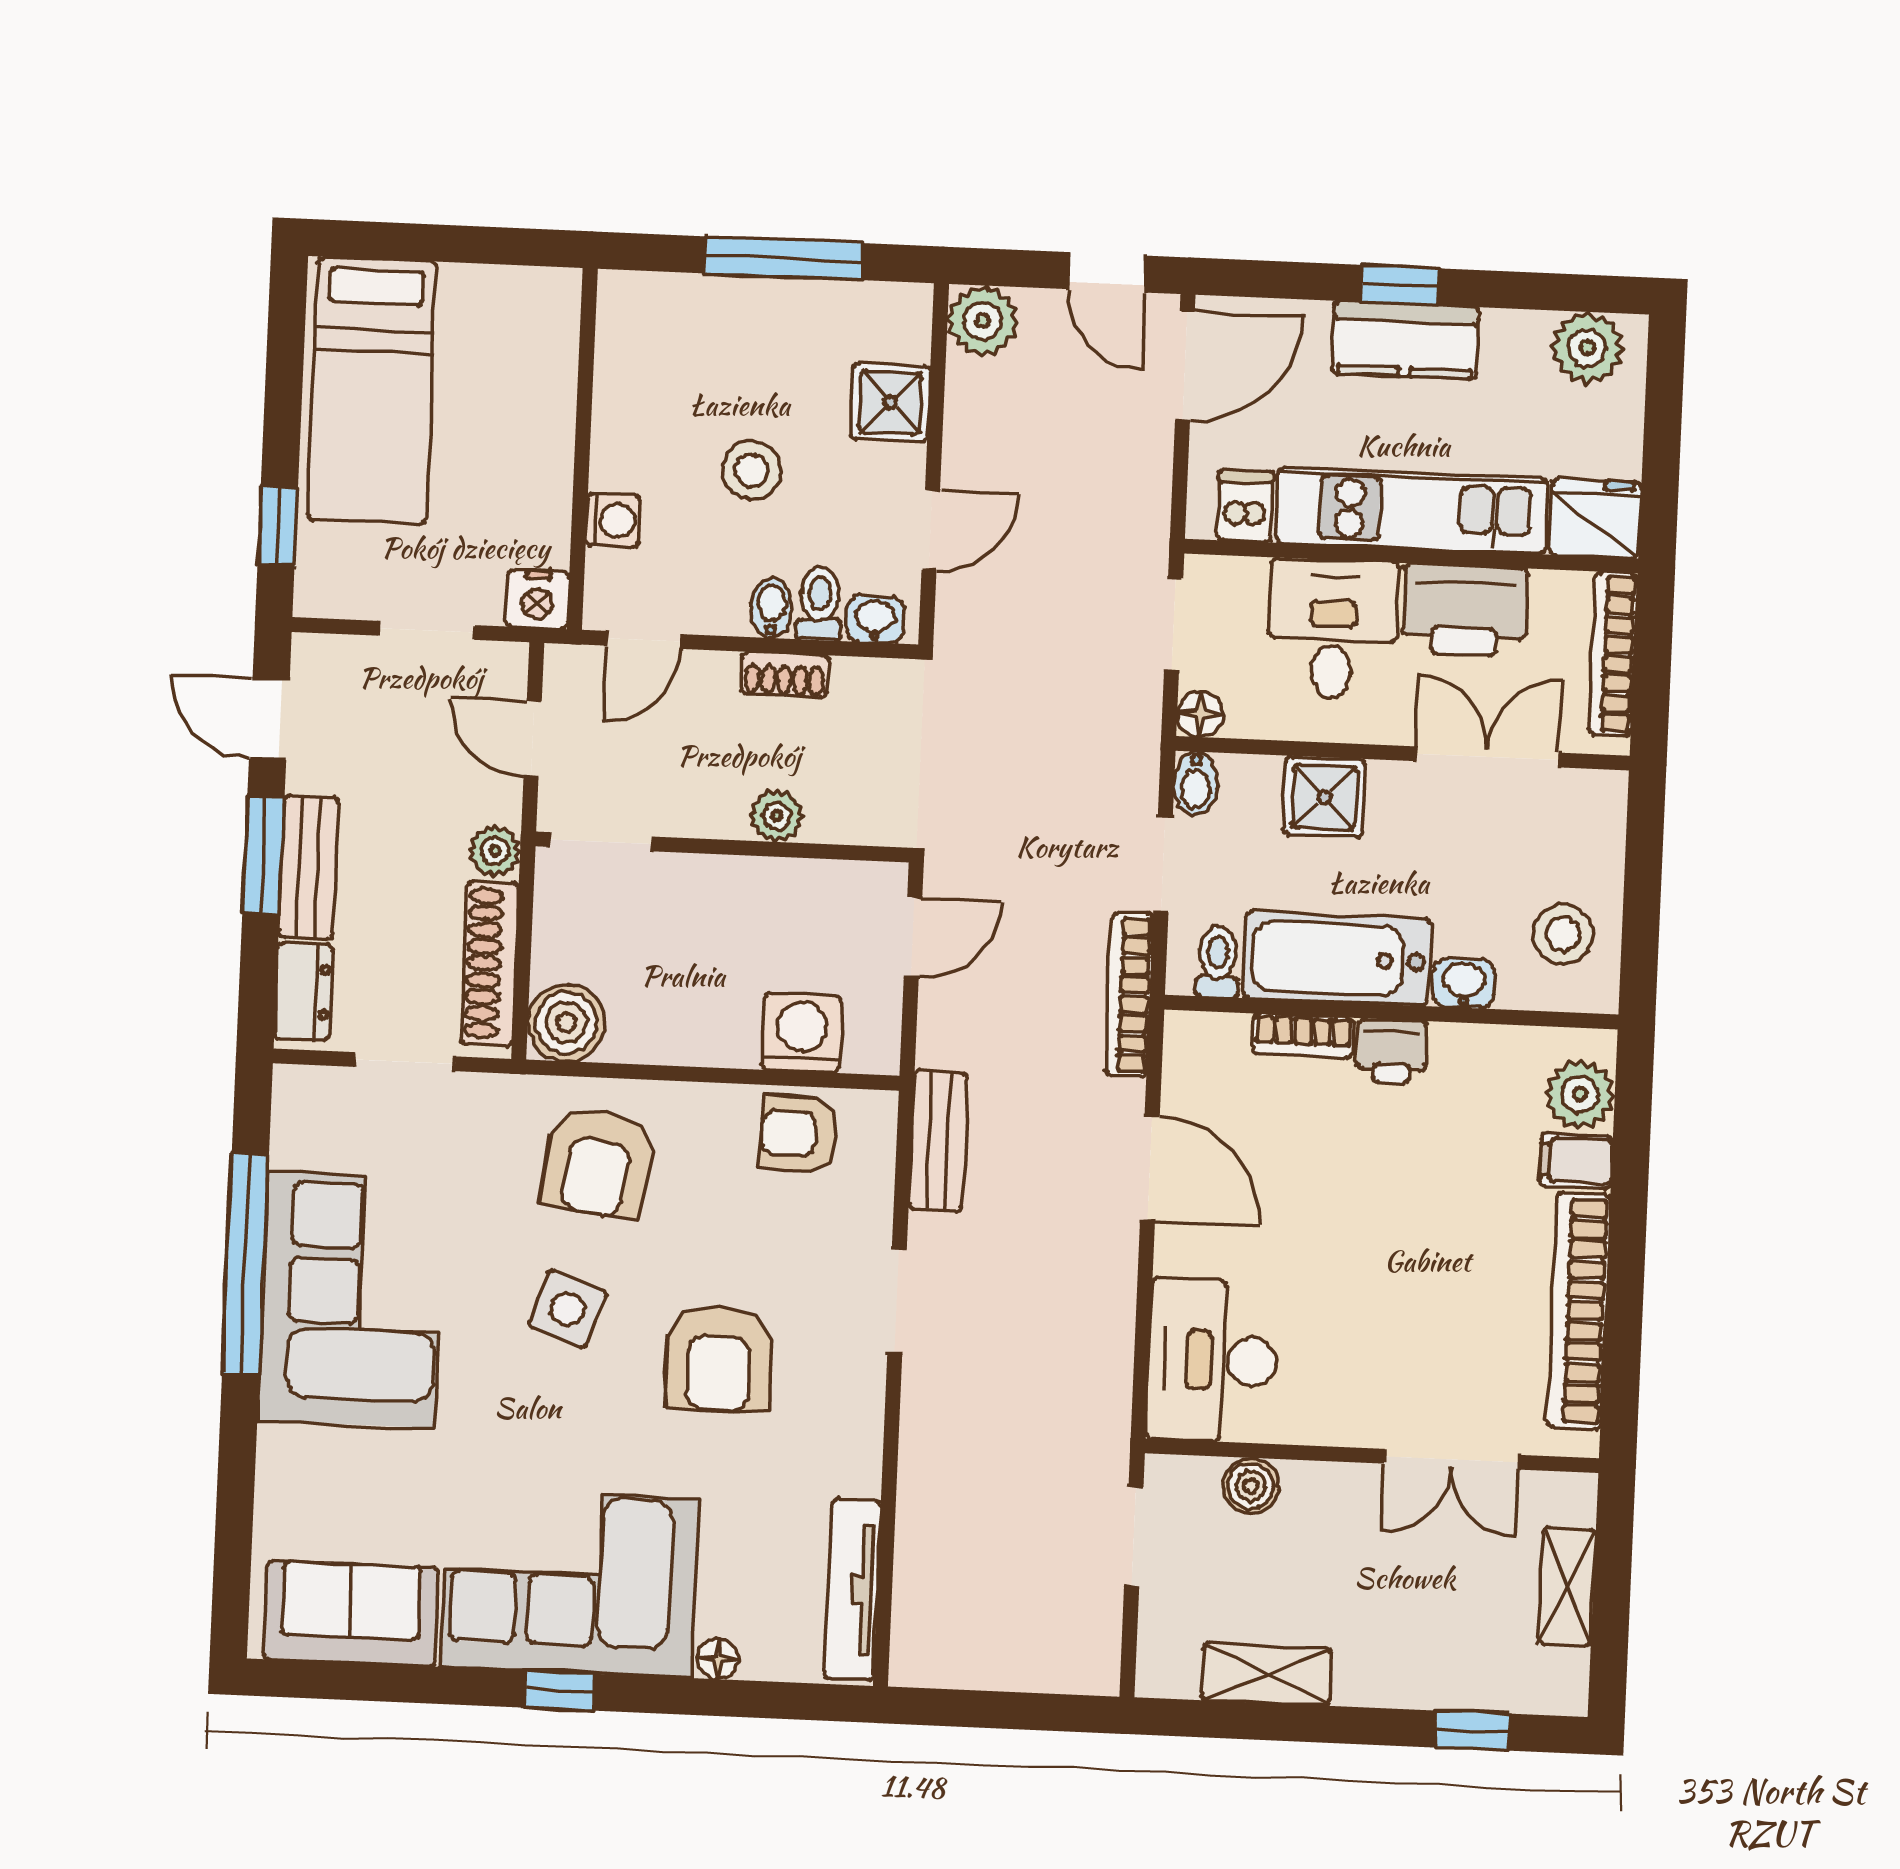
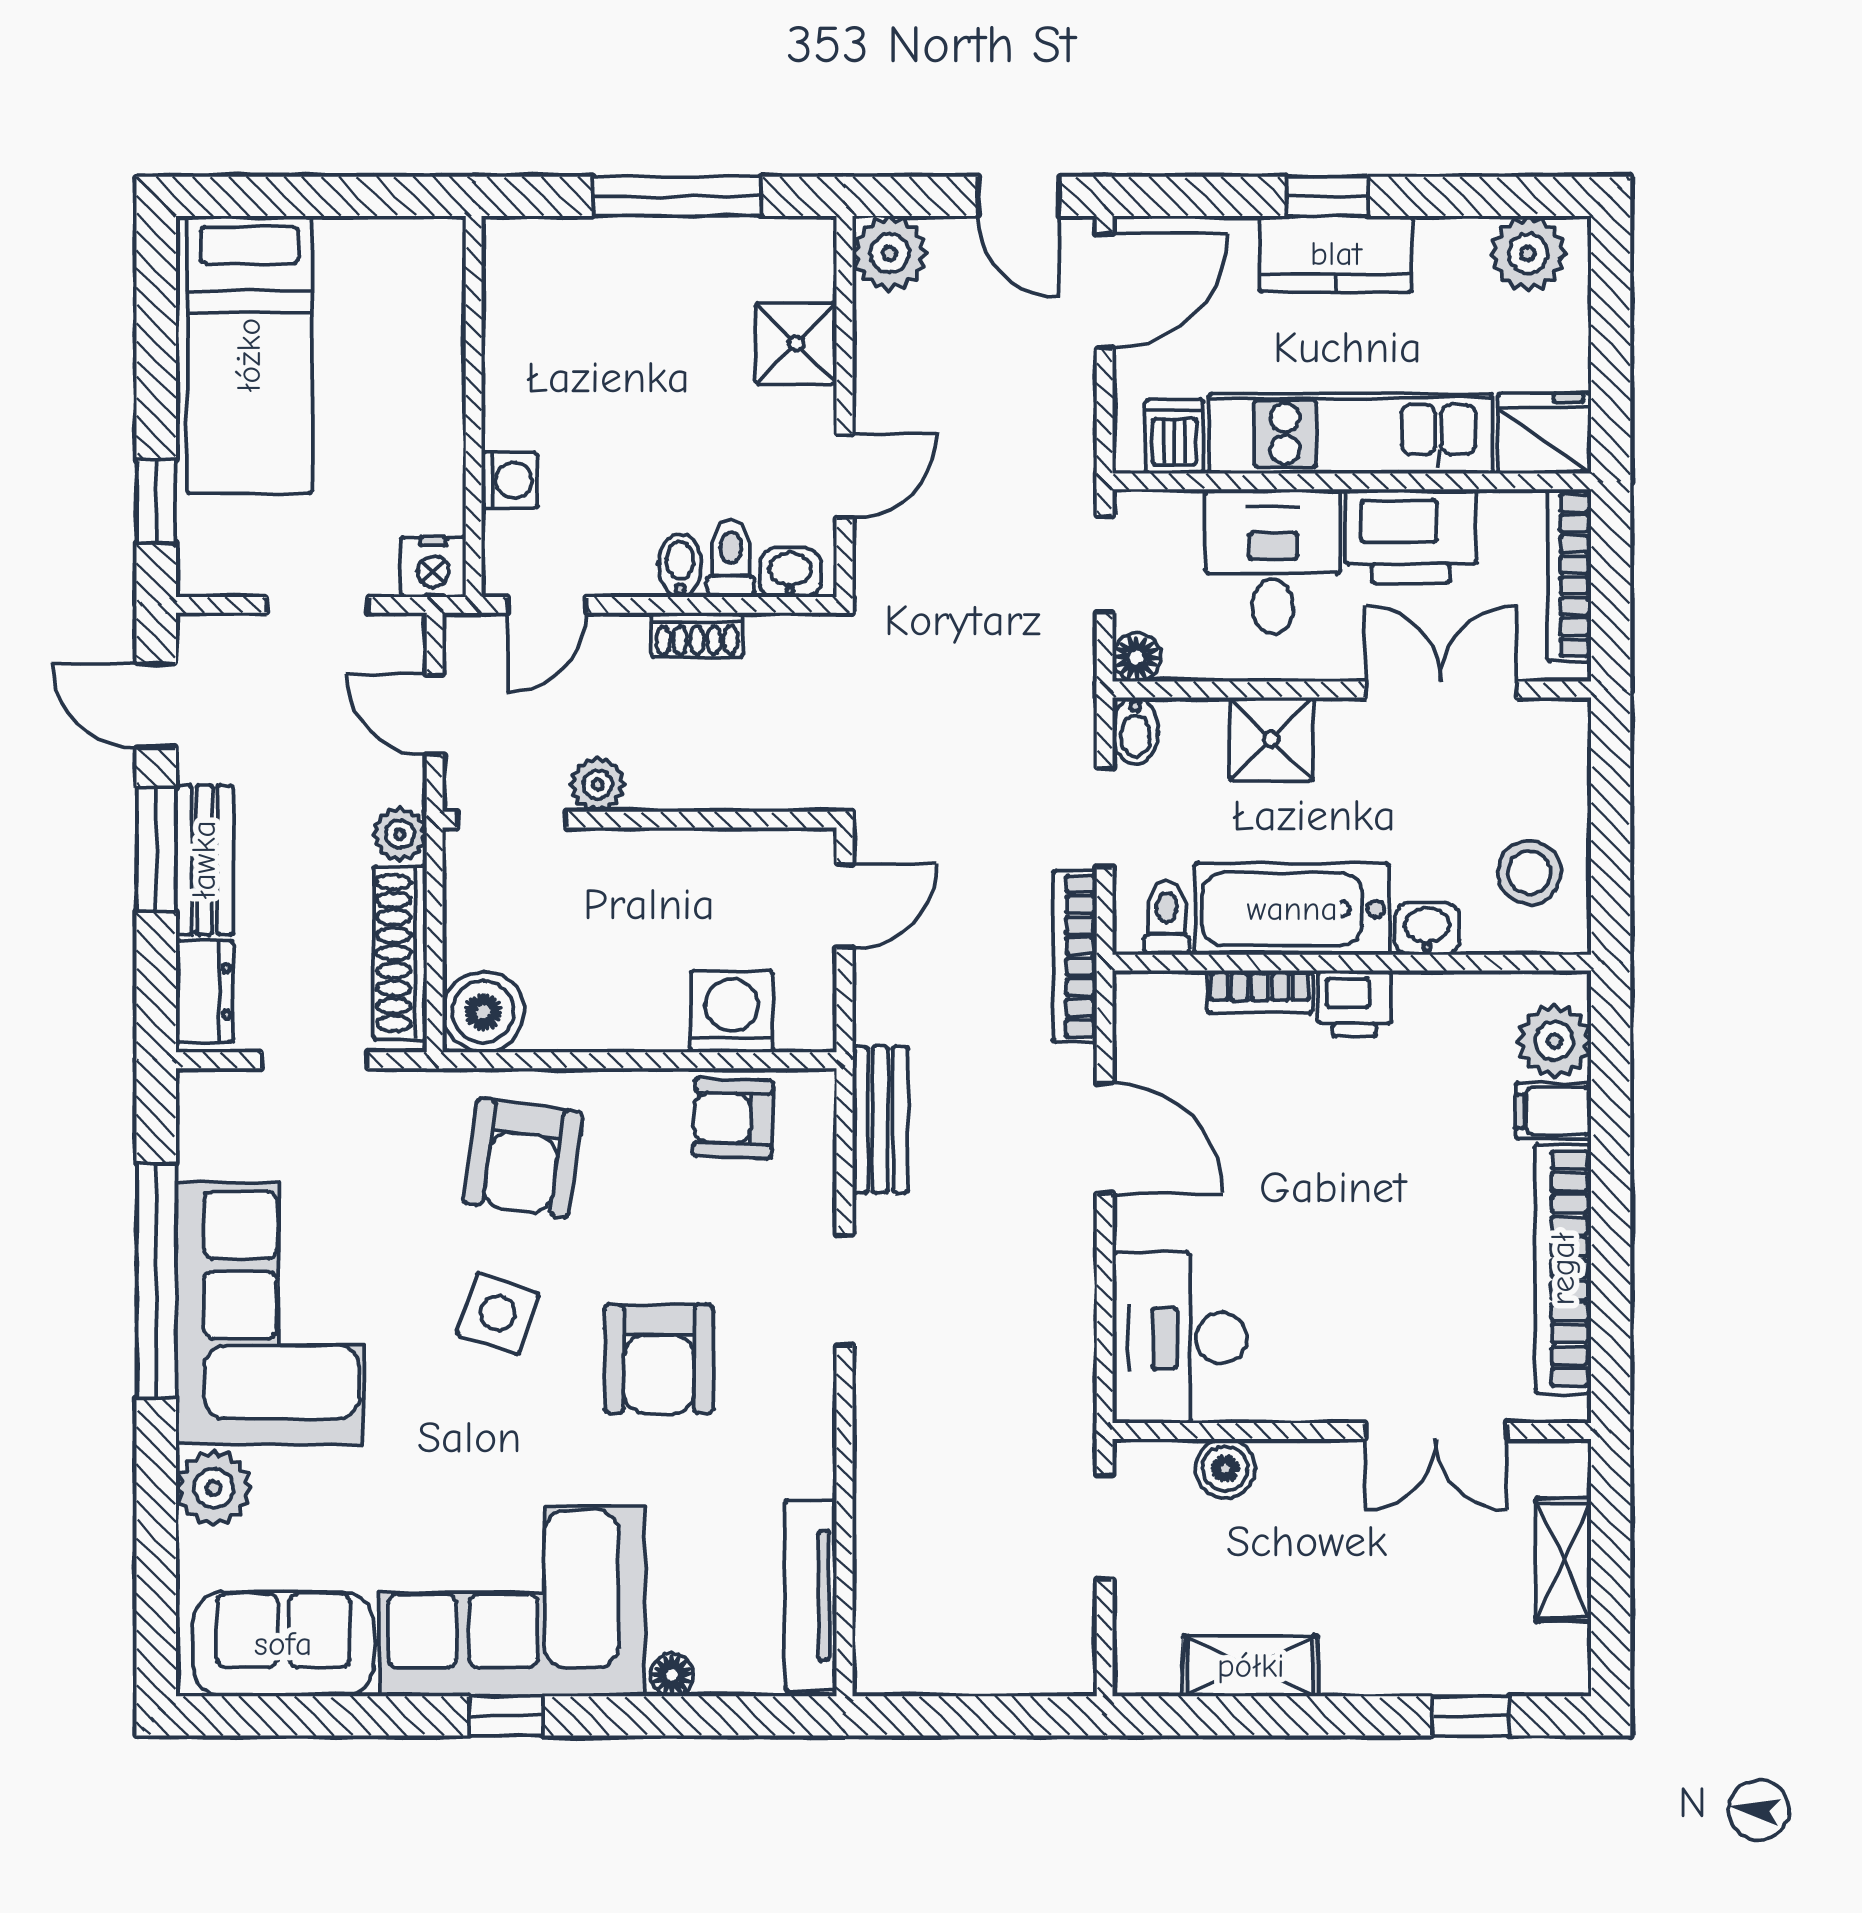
stool: (752, 470) -> (653, 421), removed
plant: (777, 816) -> (598, 784), moved
plant: (291, 1463) -> (213, 1488), added

